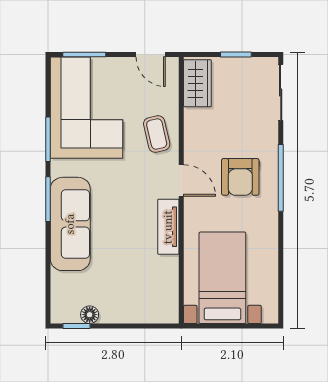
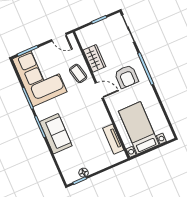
wardrobe: (197, 83) -> (94, 58), moved
sofa: (70, 224) -> (56, 134), width x0.73
tv unit: (168, 227) -> (113, 139), moved

